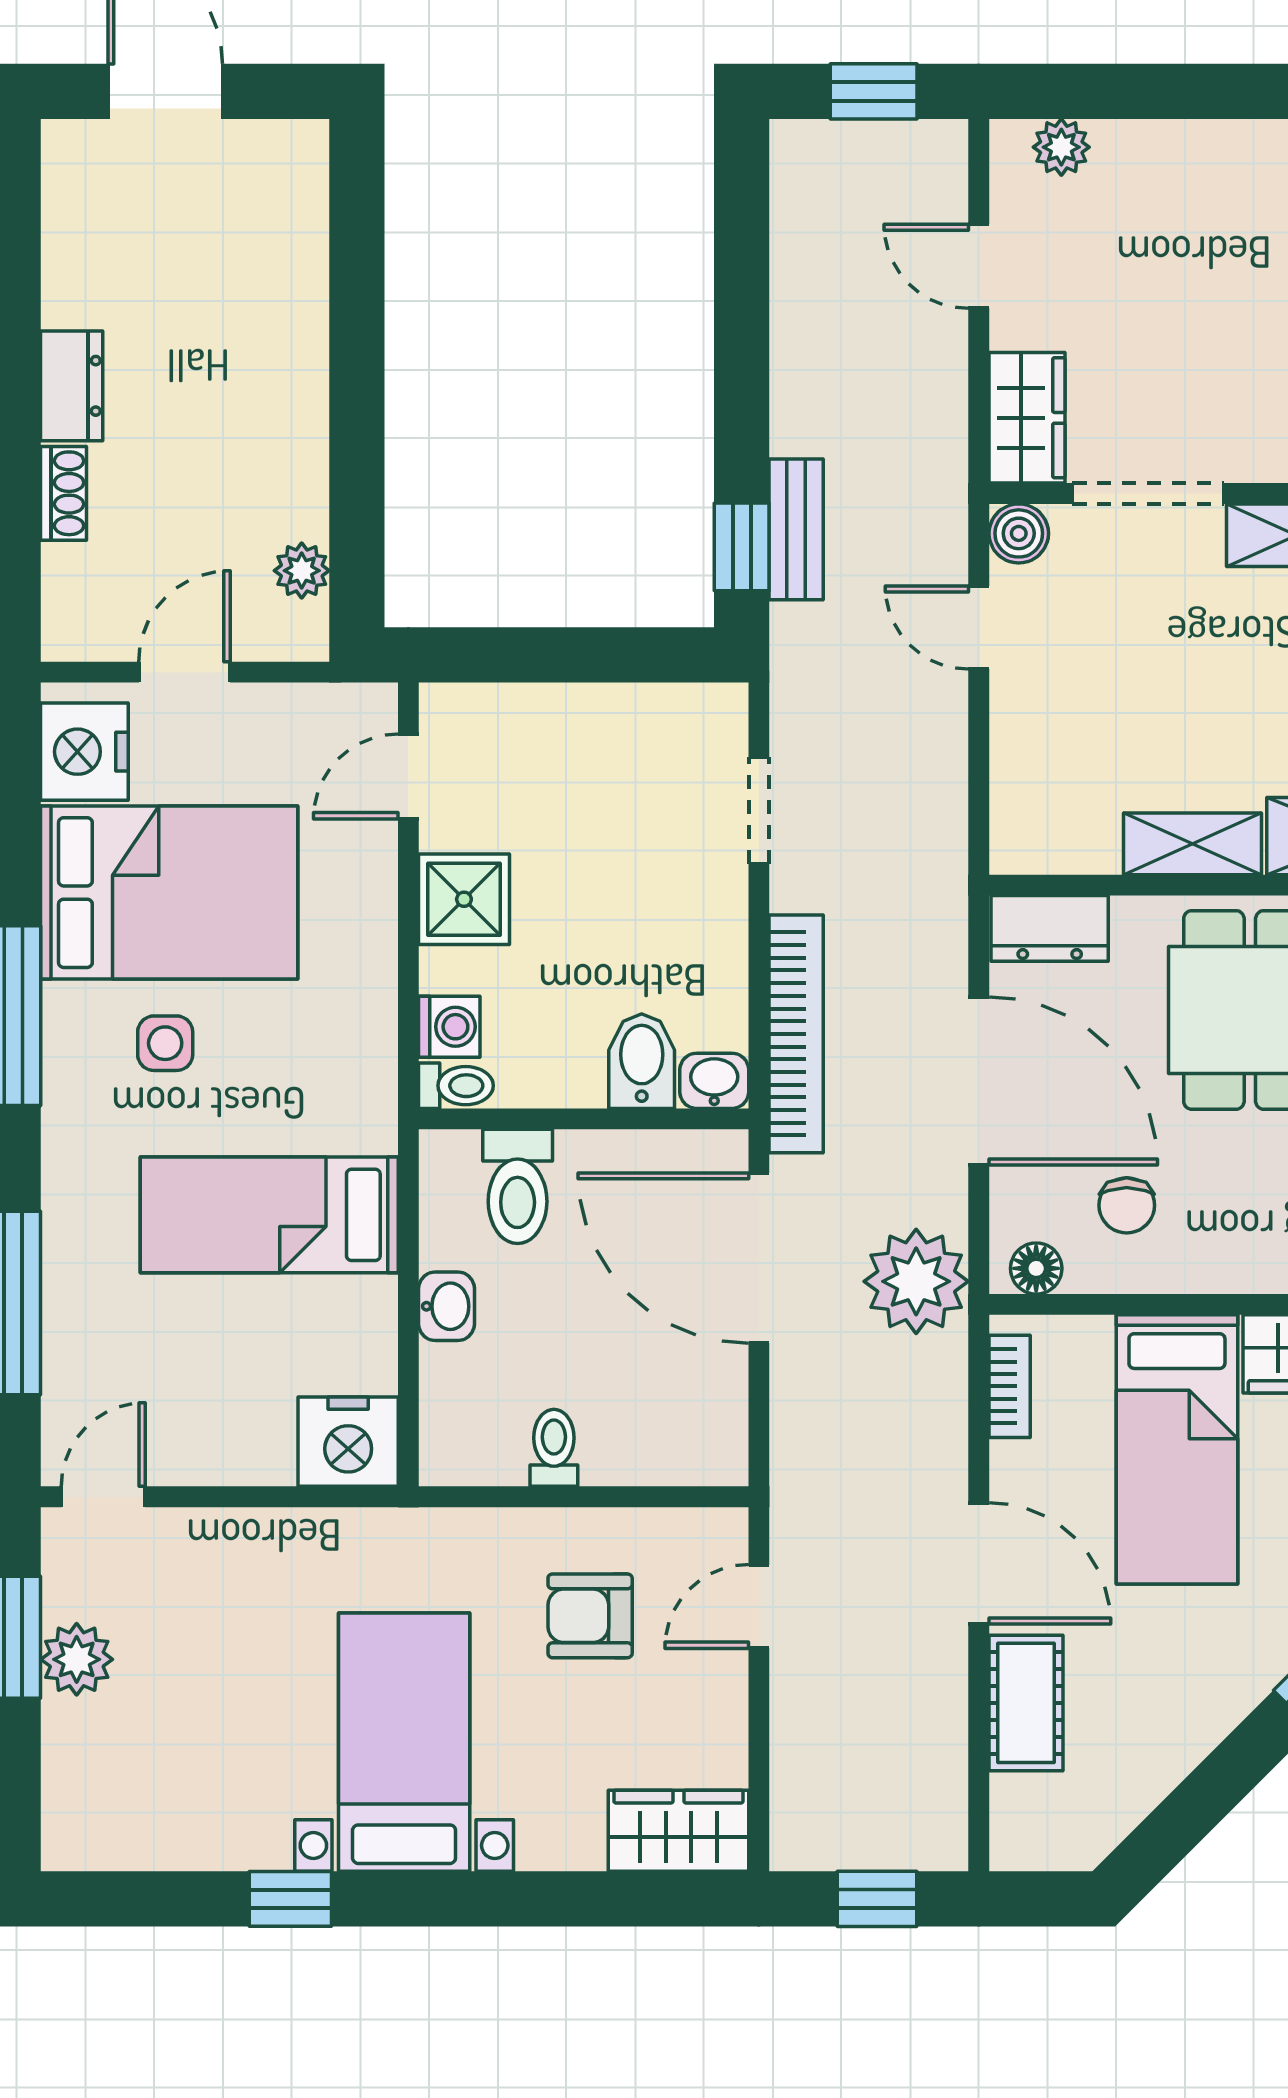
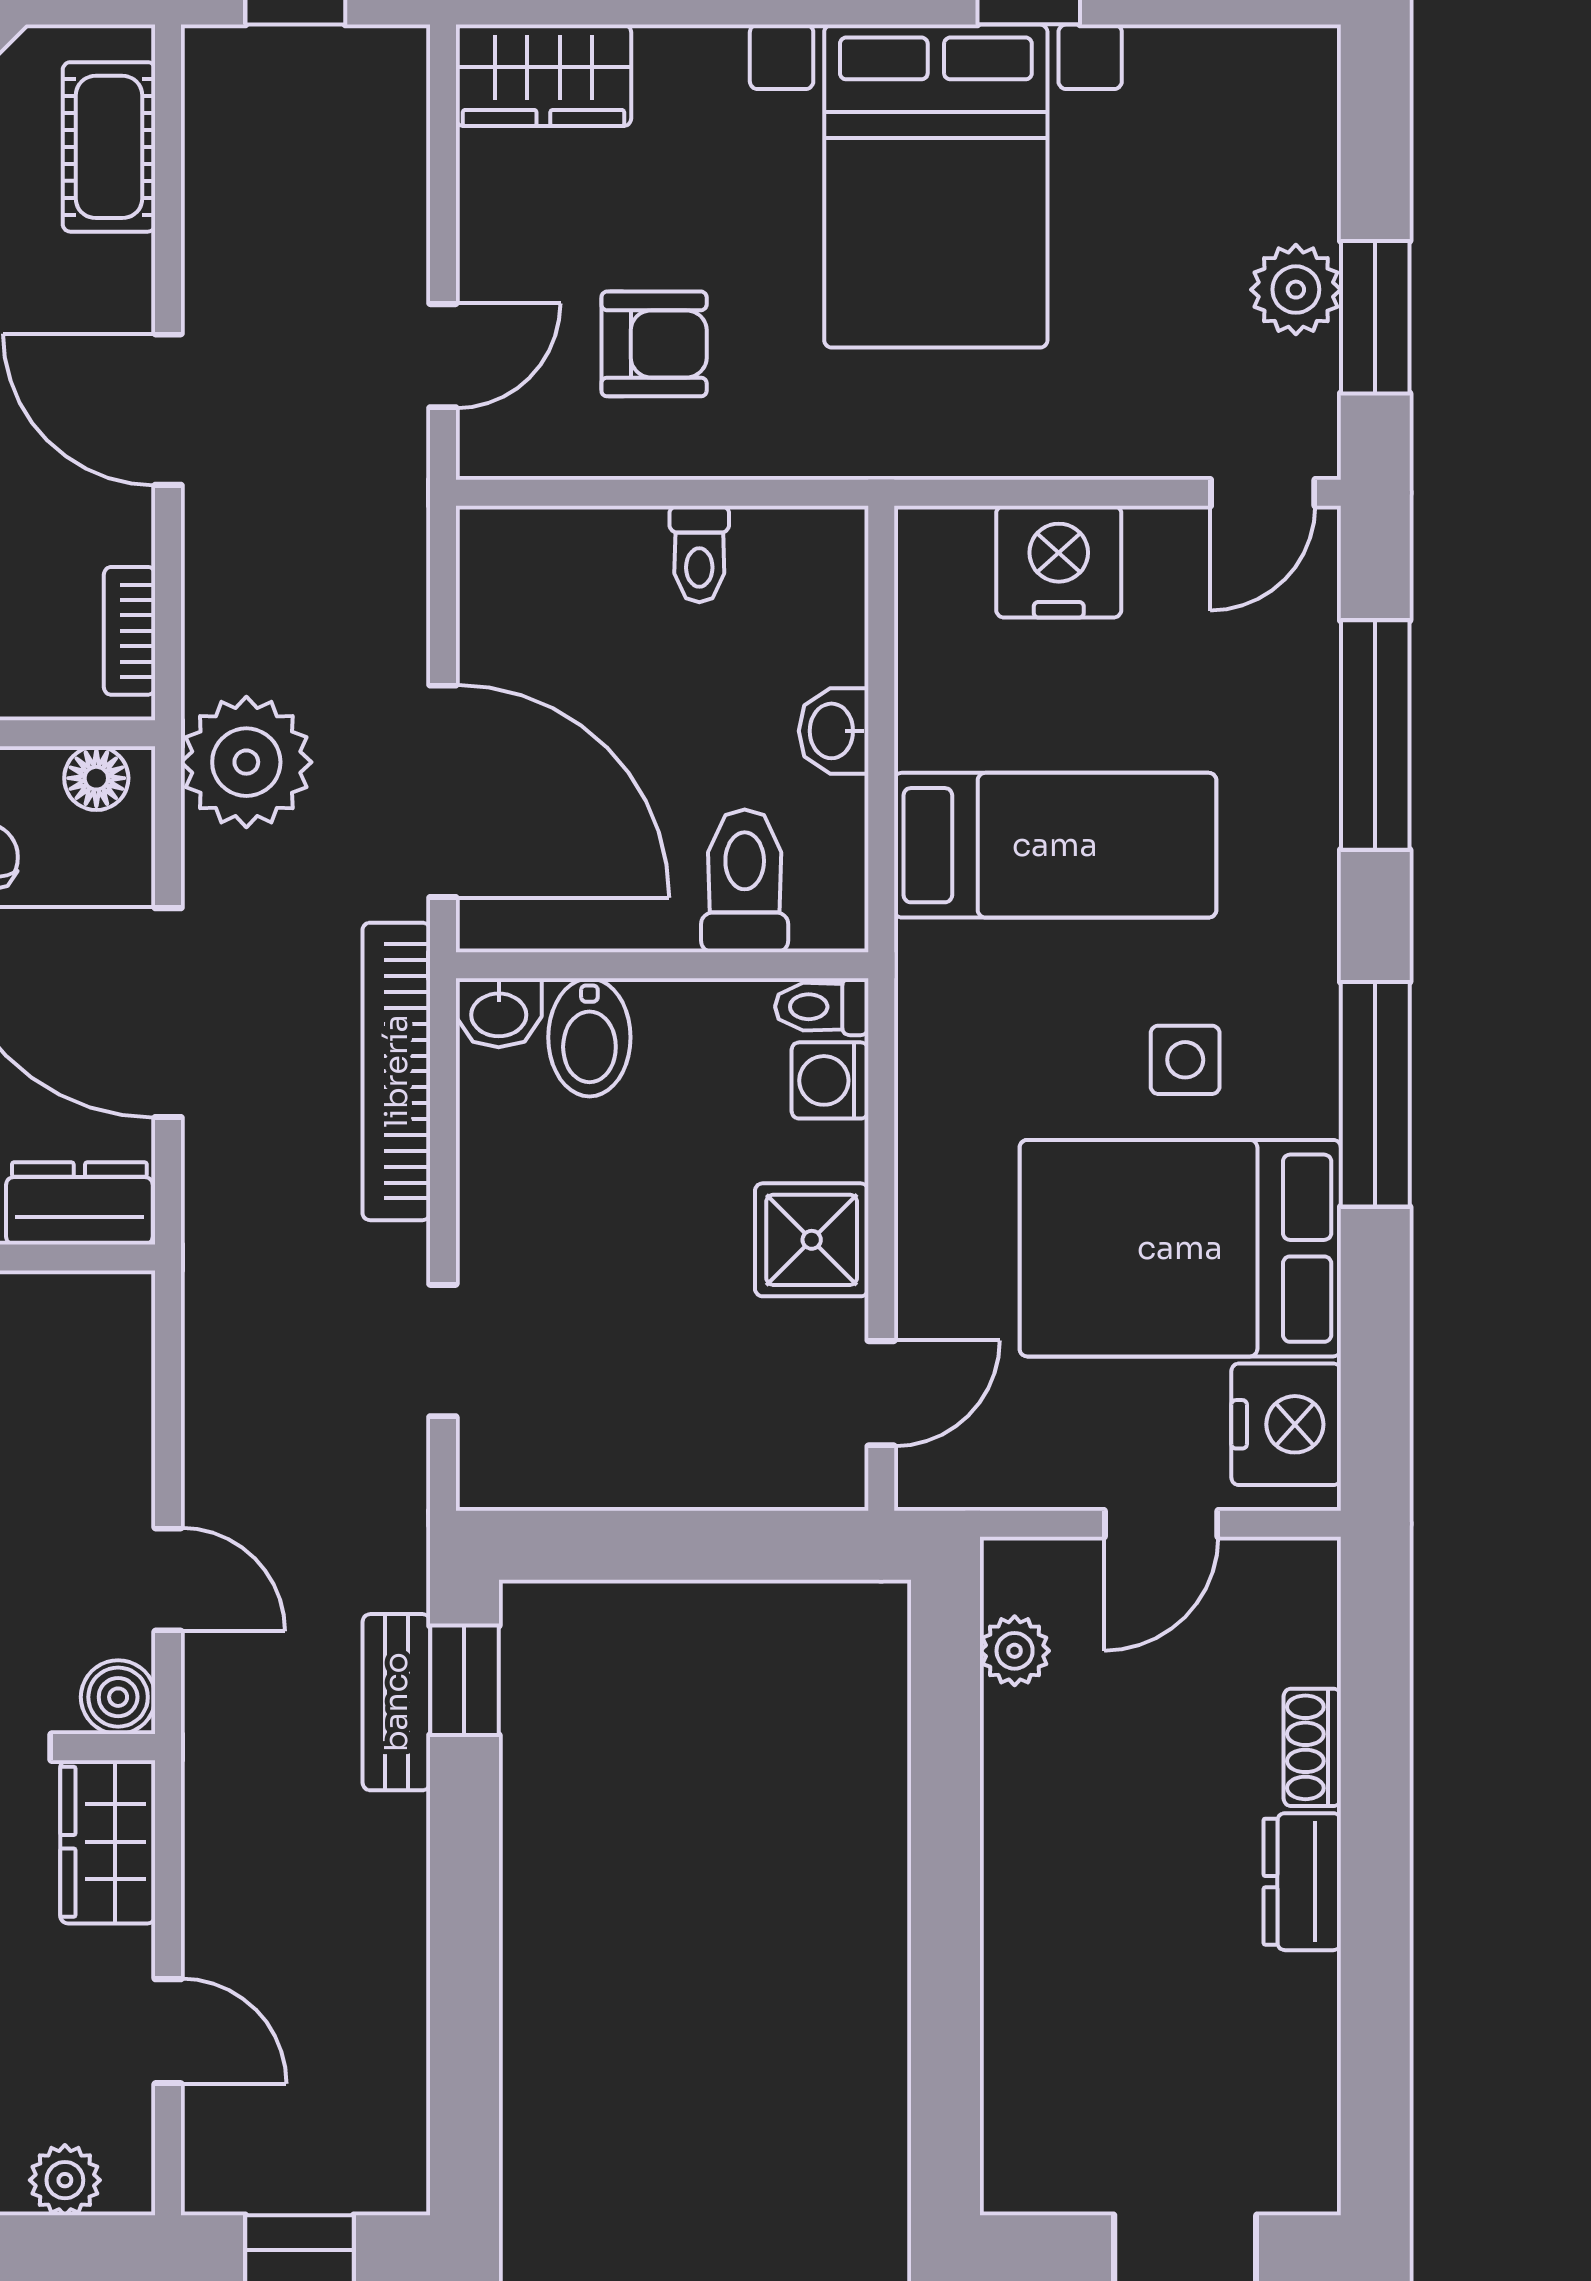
nightstand: (348, 1442) -> (1059, 562), moved
cot: (1026, 1703) -> (109, 147), moved
bed with nightstands: (404, 1742) -> (936, 186), width x1.36

